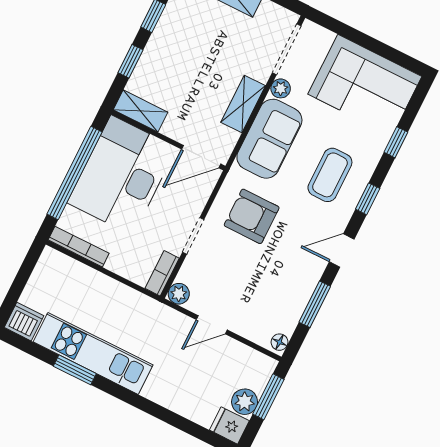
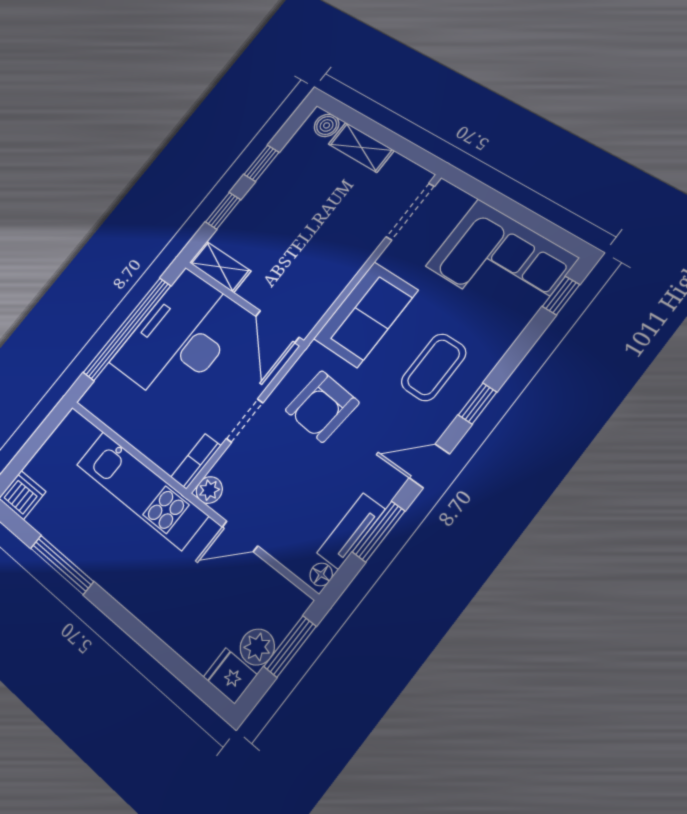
plant: (281, 88) -> (393, 256), removed
shelving: (243, 104) -> (343, 270), removed
window: (396, 142) -> (561, 296), moved
door: (201, 157) -> (277, 327), hinge flipped
armchair: (252, 216) -> (322, 406), turned -85
bookcase: (79, 247) -> (108, 415), removed
tv unit: (294, 307) -> (351, 531), added
kitchen unit: (93, 353) -> (141, 490), moved, turned 180
window: (75, 370) -> (62, 565), width x1.44

